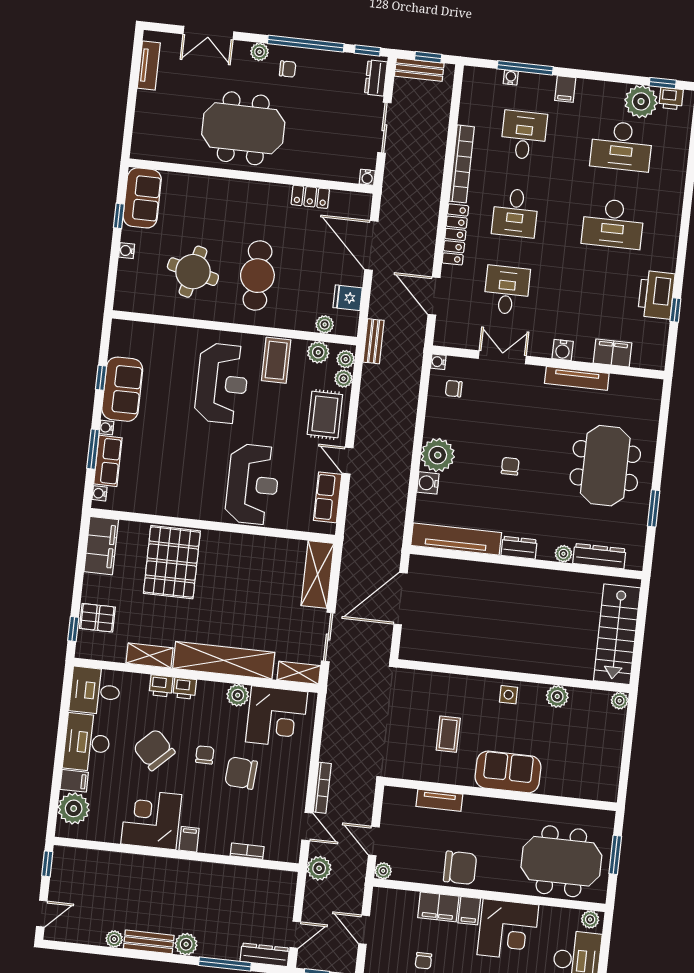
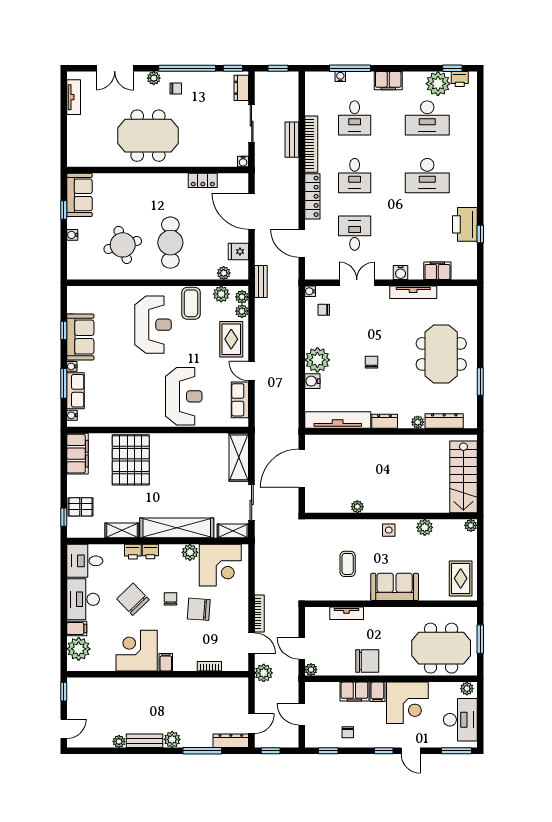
bench: (419, 70) -> (292, 140), moved, turned 90
filing cabinet: (565, 89) -> (388, 81), width x2.00
desk: (524, 135) -> (355, 118), turned 180
round table: (193, 272) -> (123, 245), turned -30
plant: (470, 659) -> (357, 507), added
rug: (598, 771) -> (461, 578), added

